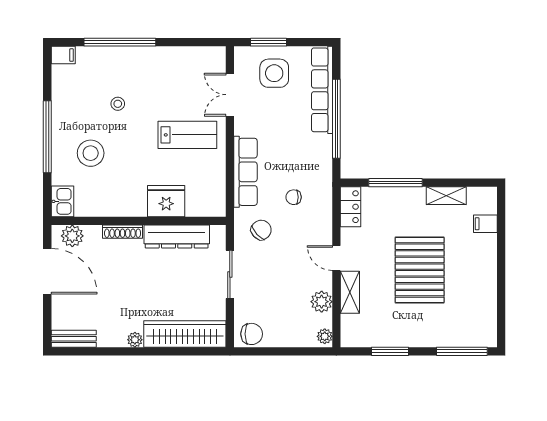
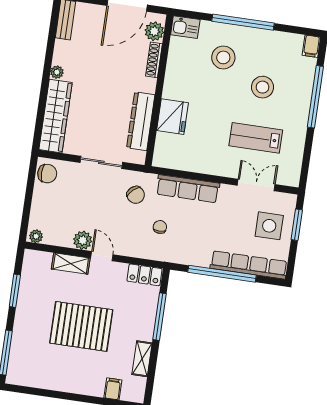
stool: (118, 104) -> (263, 87), width x1.89, depth x1.89
lab bench: (187, 135) -> (256, 138), moved, turned 90
shoe rack: (123, 232) -> (154, 60), moved
door: (336, 258) -> (102, 256), hinge flipped
plant: (322, 302) -> (83, 240), moved
chair: (252, 334) -> (47, 174), turned -90

